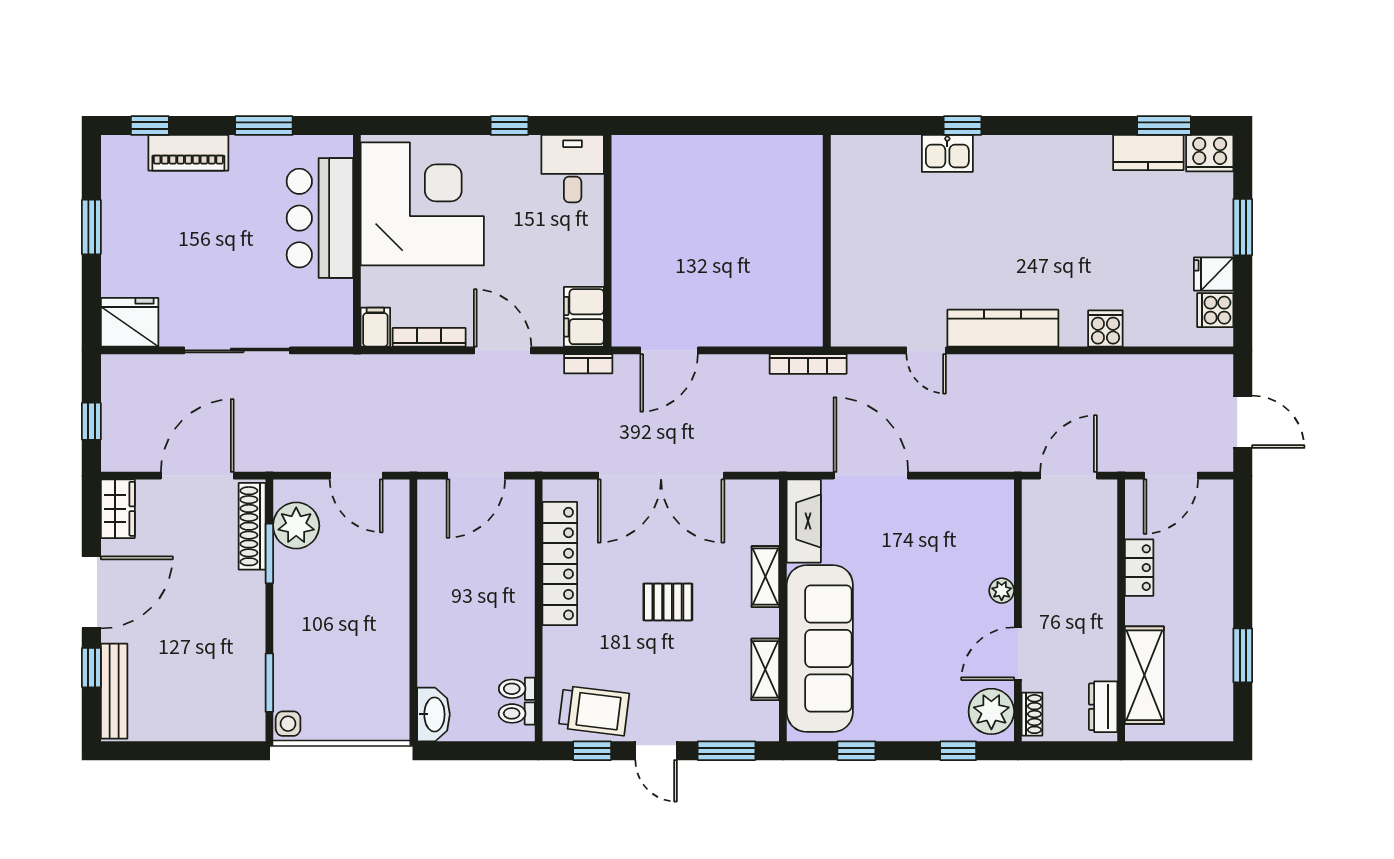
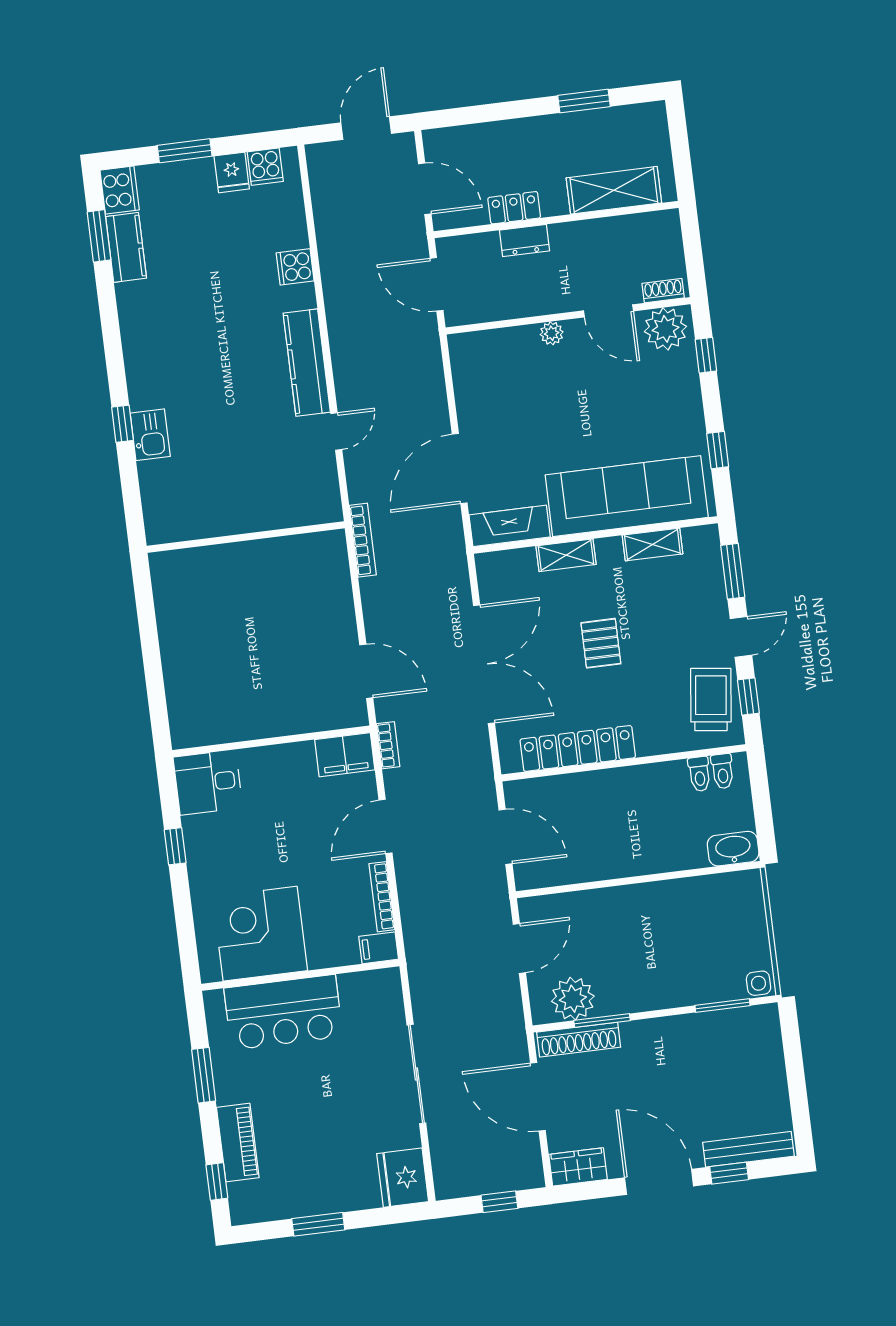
corner desk: (422, 204) -> (260, 934), width x0.74, depth x0.74
dresser: (1103, 707) -> (525, 241), moved

